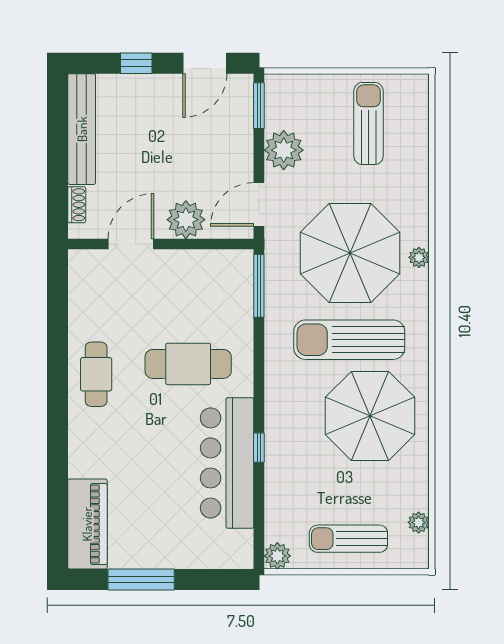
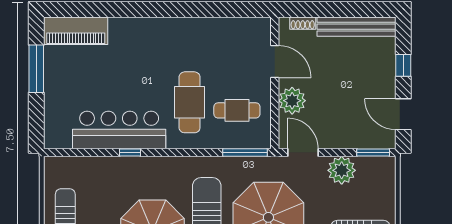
cafe table: (96, 374) -> (237, 110), moved
plant: (277, 556) -> (53, 166), removed

